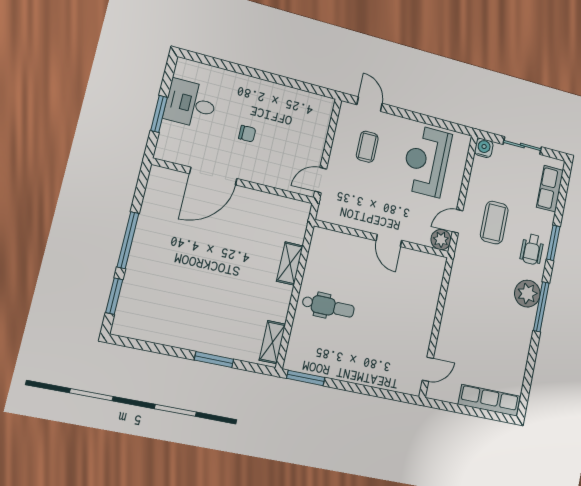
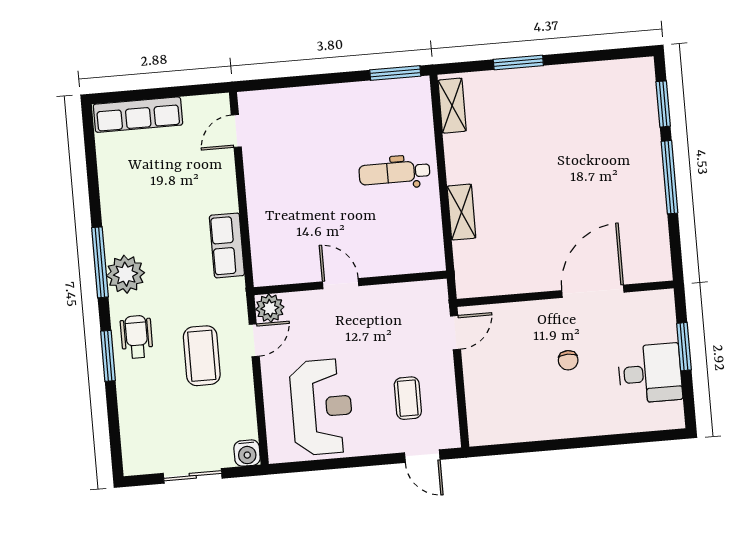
chair: (247, 134) -> (568, 360), turned -90
row of seats: (550, 189) -> (227, 245), moved, turned 180

